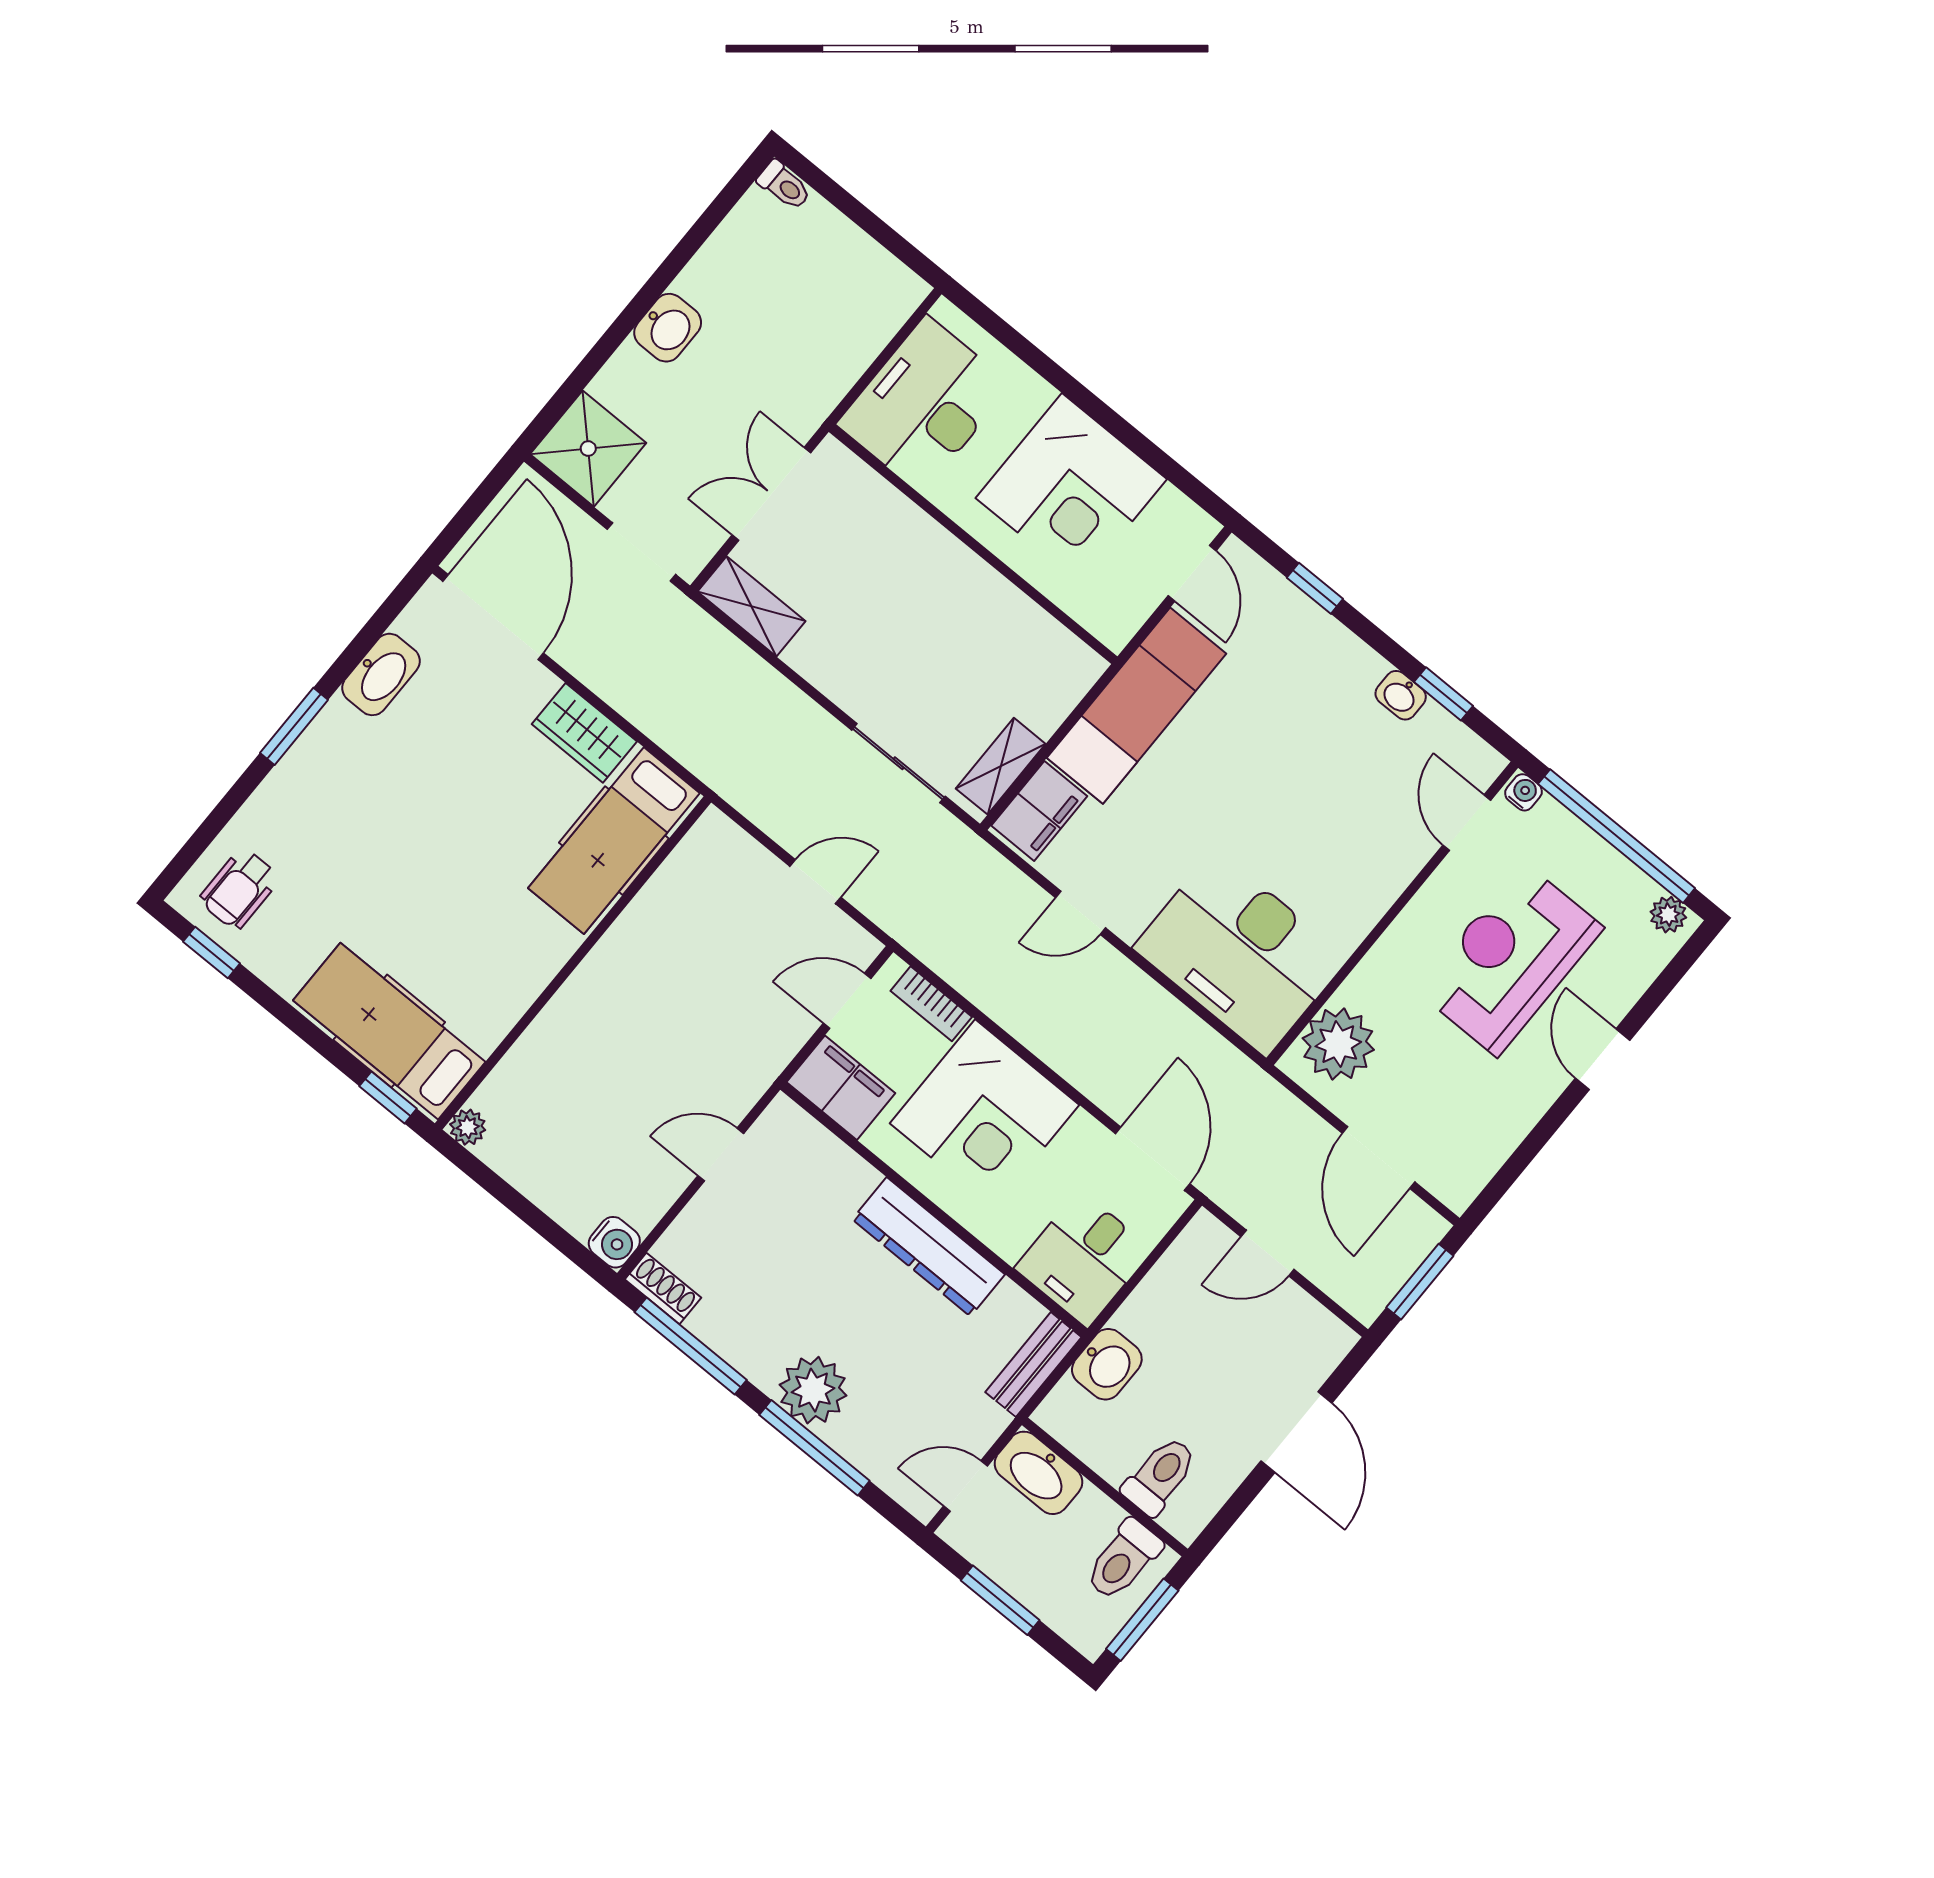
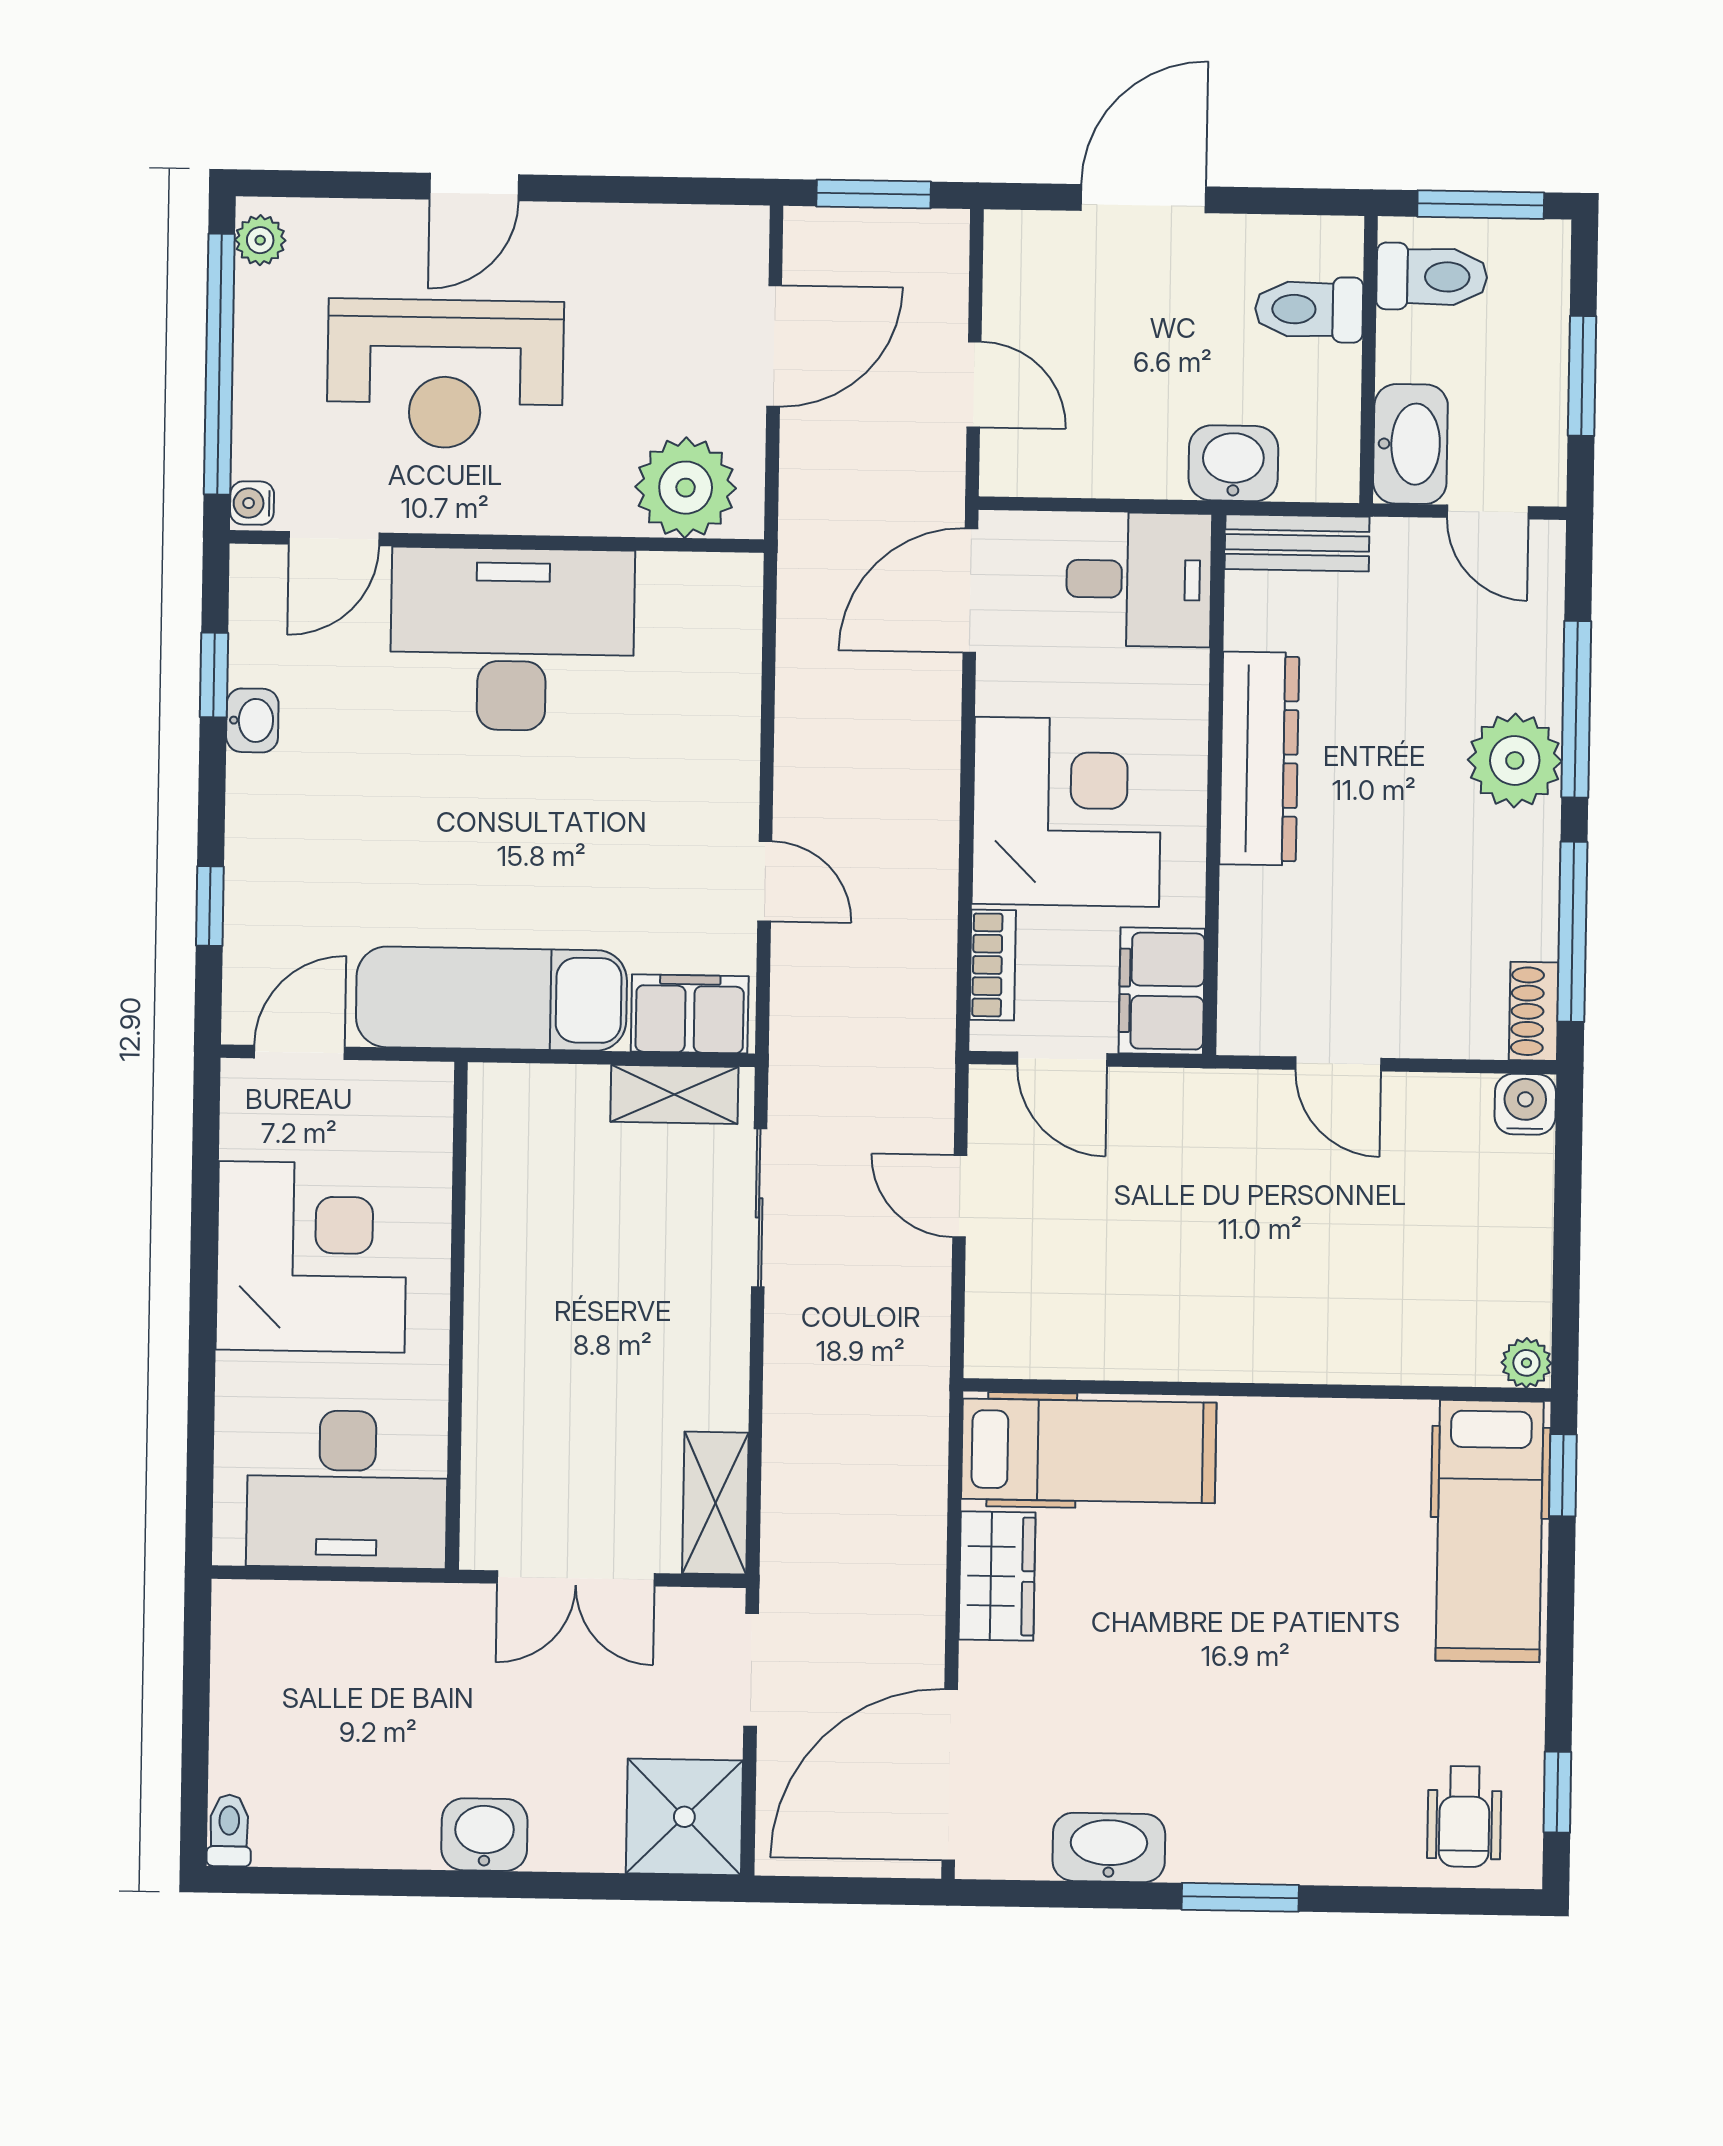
wheelchair: (239, 889) -> (1464, 1817), turned 90
desk: (1240, 953) -> (512, 639), moved, turned -90

